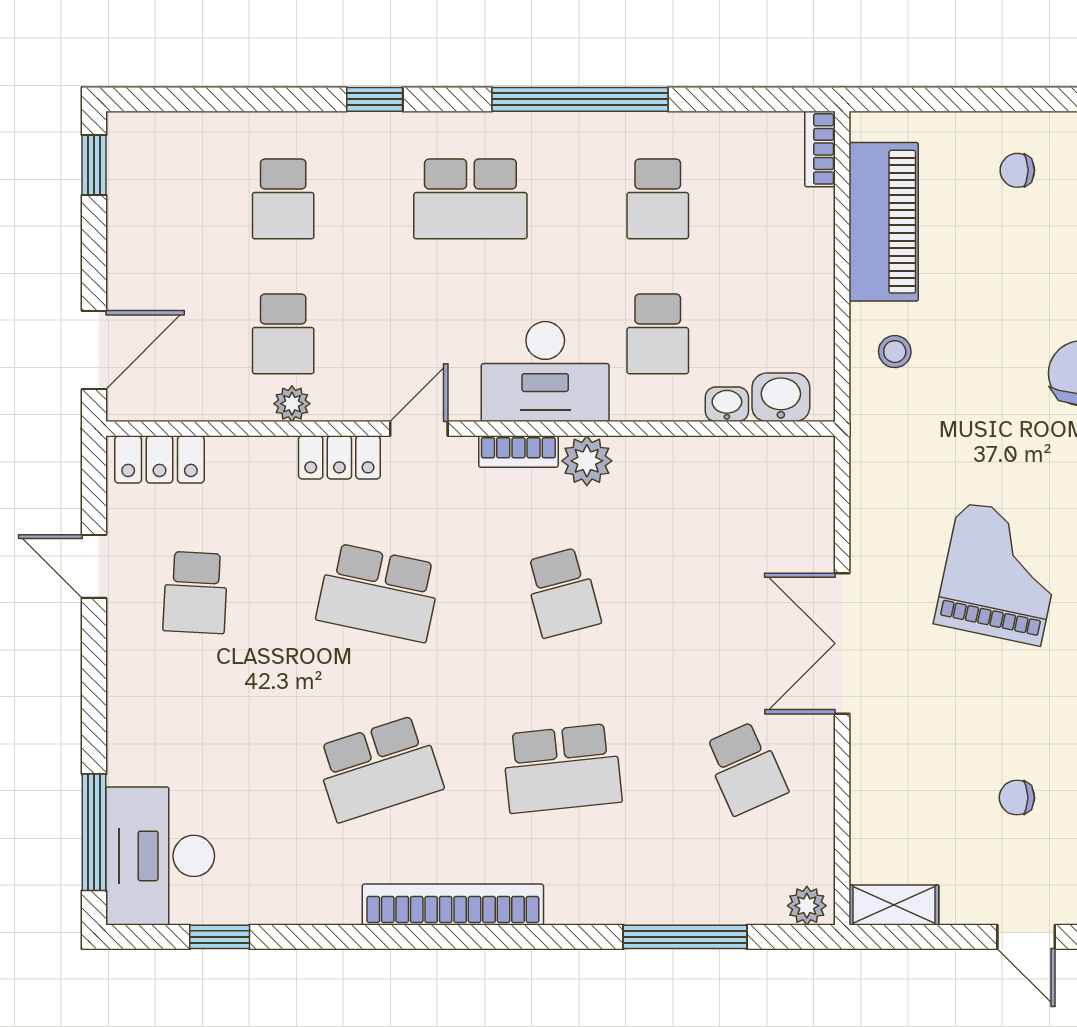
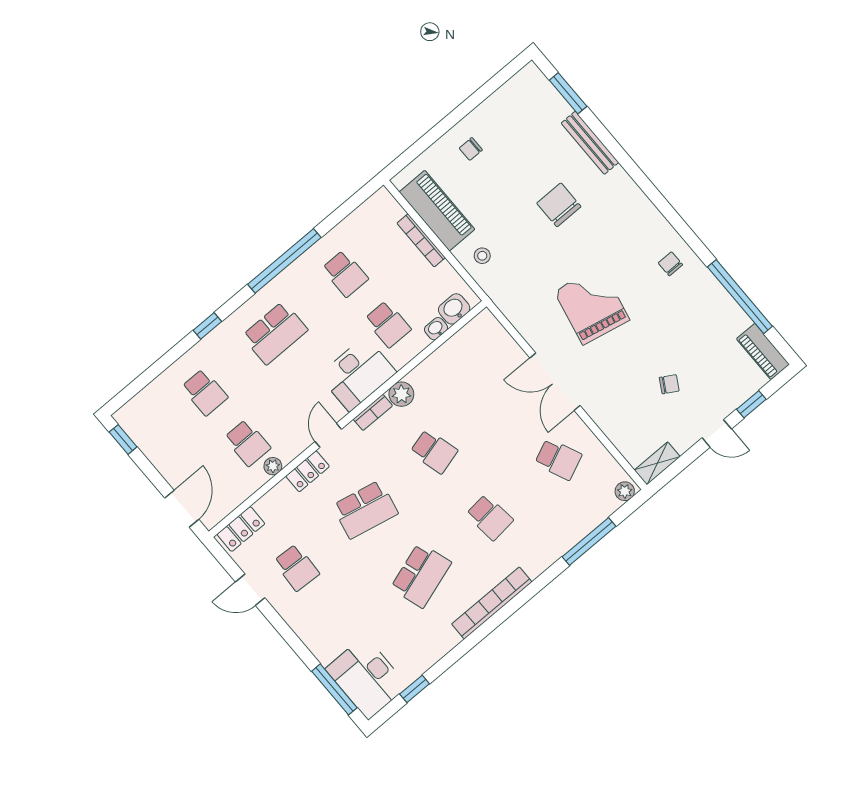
bookcase: (820, 149) -> (421, 240), moved, width x1.56
school desk: (562, 768) -> (490, 517), width x0.54
chair: (1017, 798) -> (669, 384), turned -150

